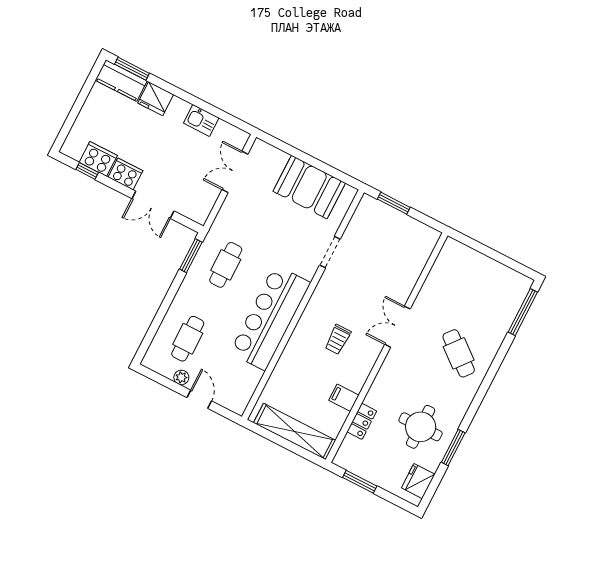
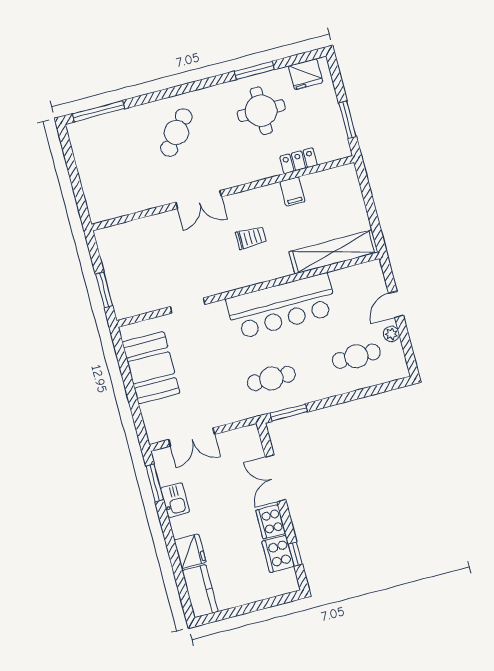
window: (132, 69) -> (155, 483), moved
double door: (153, 205) -> (275, 478), swing flipped
shelving: (295, 432) -> (334, 252), moved, turned 90

